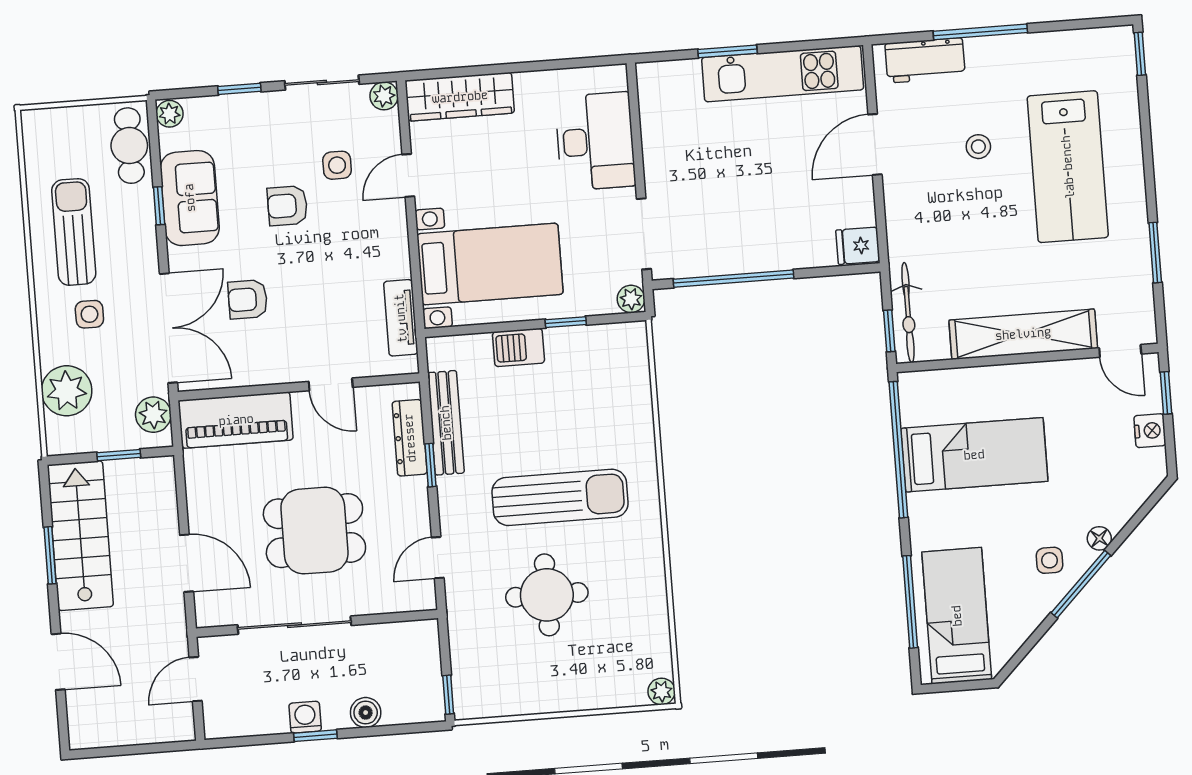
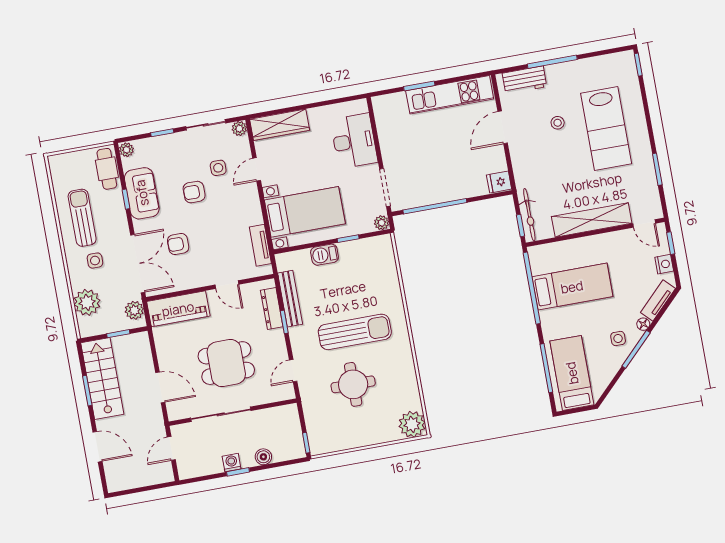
tv unit: (1131, 497) -> (658, 300), added
plant: (662, 691) -> (412, 424), width x1.87, depth x1.87

